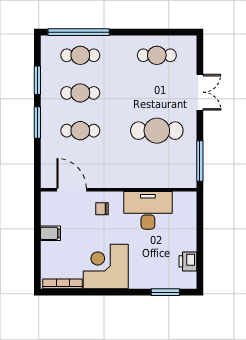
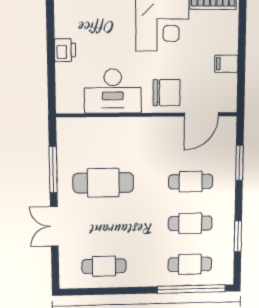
window: (37, 122) -> (239, 163), moved
window: (200, 161) -> (53, 170), moved
door: (72, 190) -> (201, 114), hinge flipped
chair: (102, 209) -> (166, 93), width x1.87, depth x1.87
printer: (188, 261) -> (65, 50), moved

